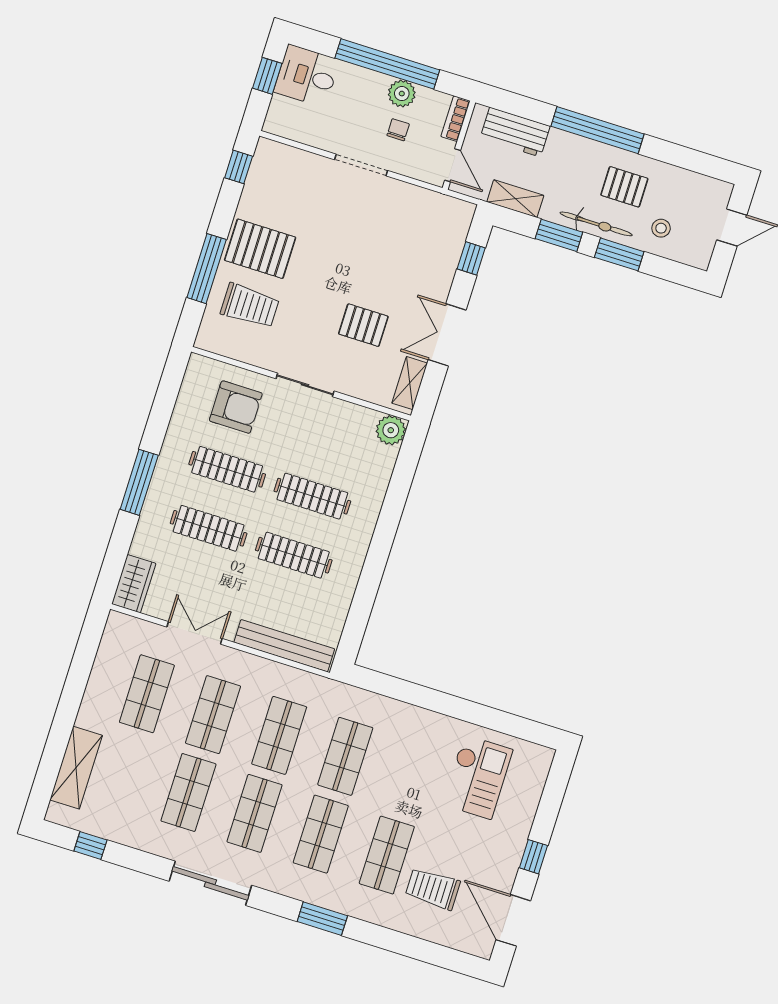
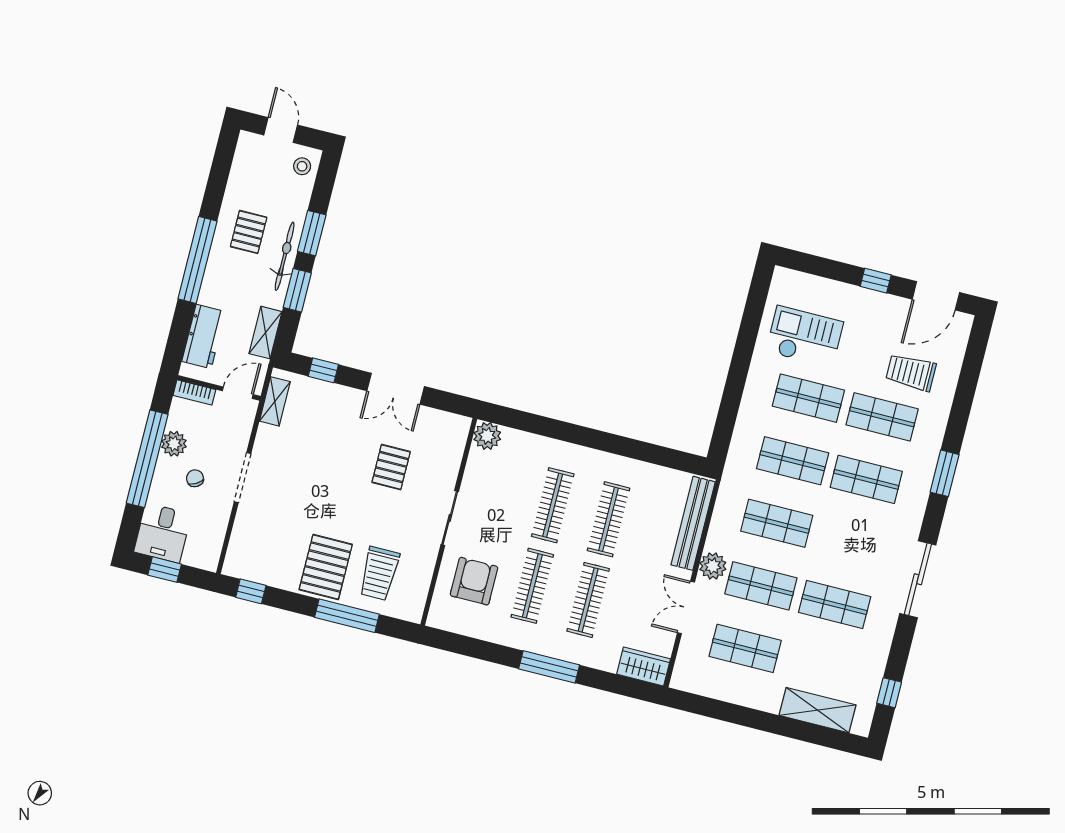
chair: (398, 130) -> (195, 478), moved, turned 59
stool: (661, 228) -> (302, 166), moved
trolley: (250, 306) -> (379, 573), turned 180
shelving: (410, 383) -> (275, 401), moved, turned 90
plant: (237, 664) -> (713, 566), added
shop shelf: (255, 813) -> (808, 398), moved
trolley: (433, 889) -> (911, 372), turned 90

